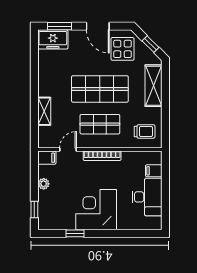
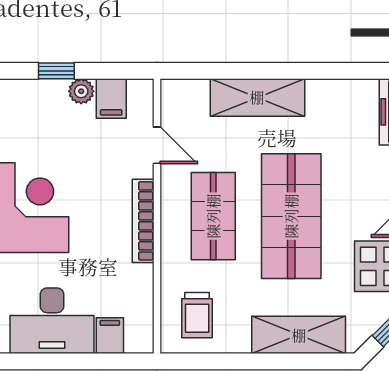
shelving: (44, 111) -> (257, 97), width x1.50, depth x1.33
filing cabinet: (47, 158) -> (111, 98), moved
window: (34, 209) -> (56, 71), moved

